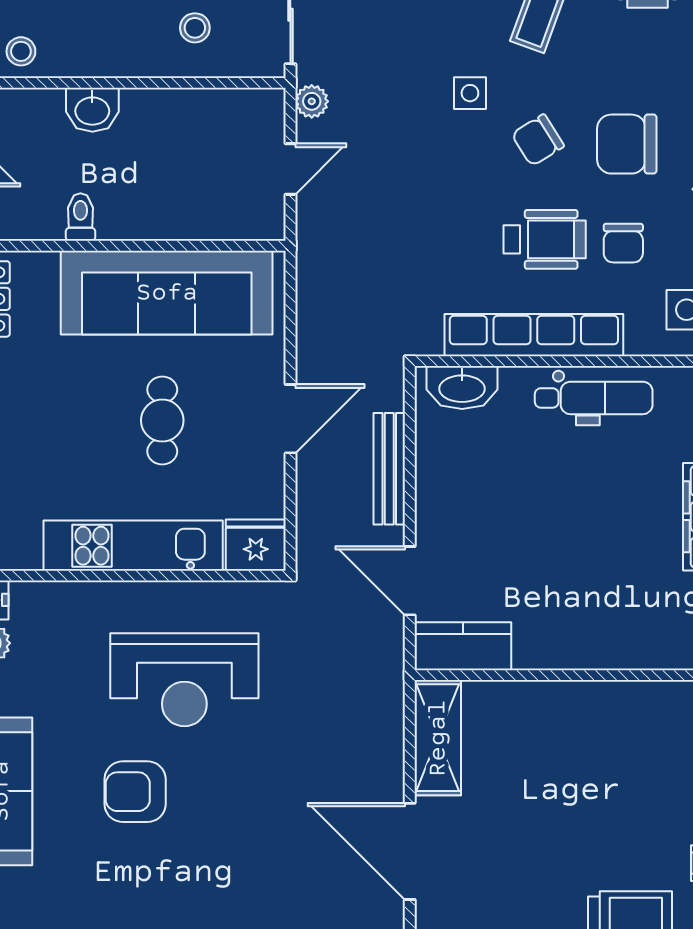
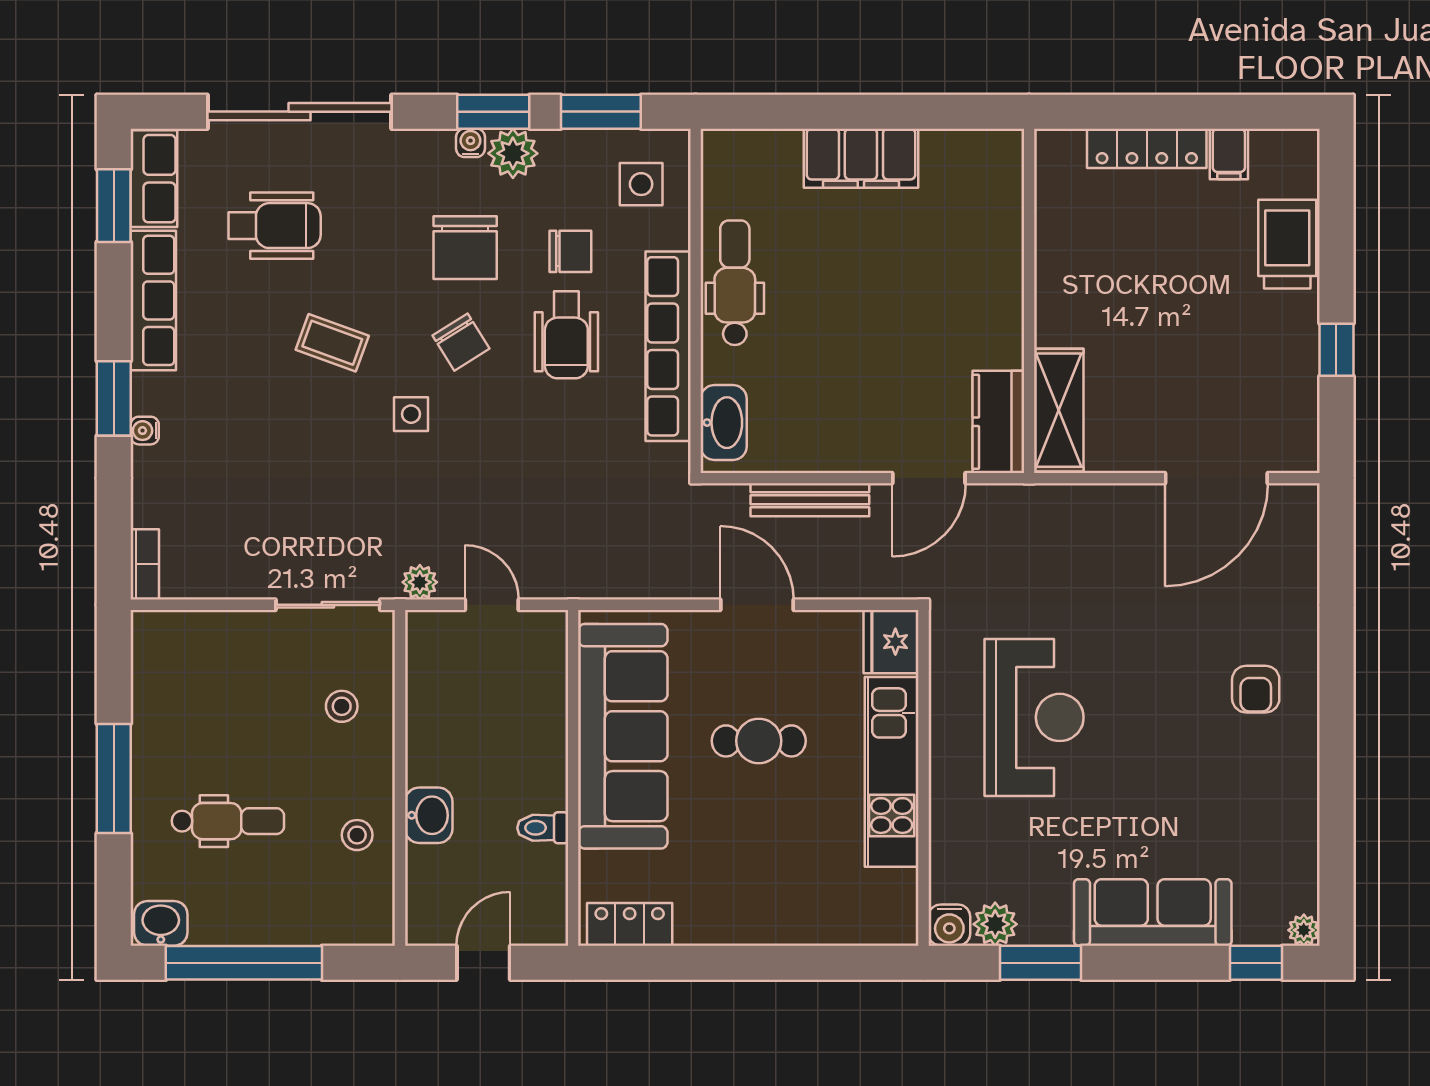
stool: (21, 51) -> (357, 835), moved
wheelchair: (545, 239) -> (566, 335), turned 180
shelving: (438, 738) -> (1059, 410), moved, turned 90
armchair: (135, 792) -> (1256, 689), moved, width x0.72, depth x0.72

